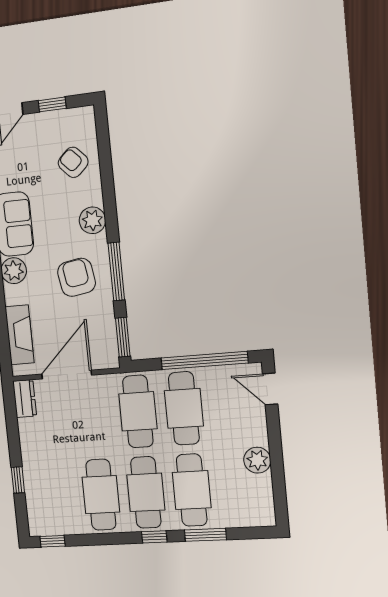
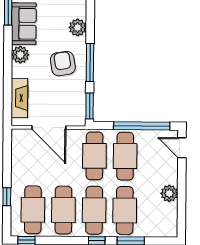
door: (67, 375) -> (49, 127), swing flipped
dresser: (25, 399) -> (18, 141), removed
cafe table: (57, 497) -> (33, 210), added

